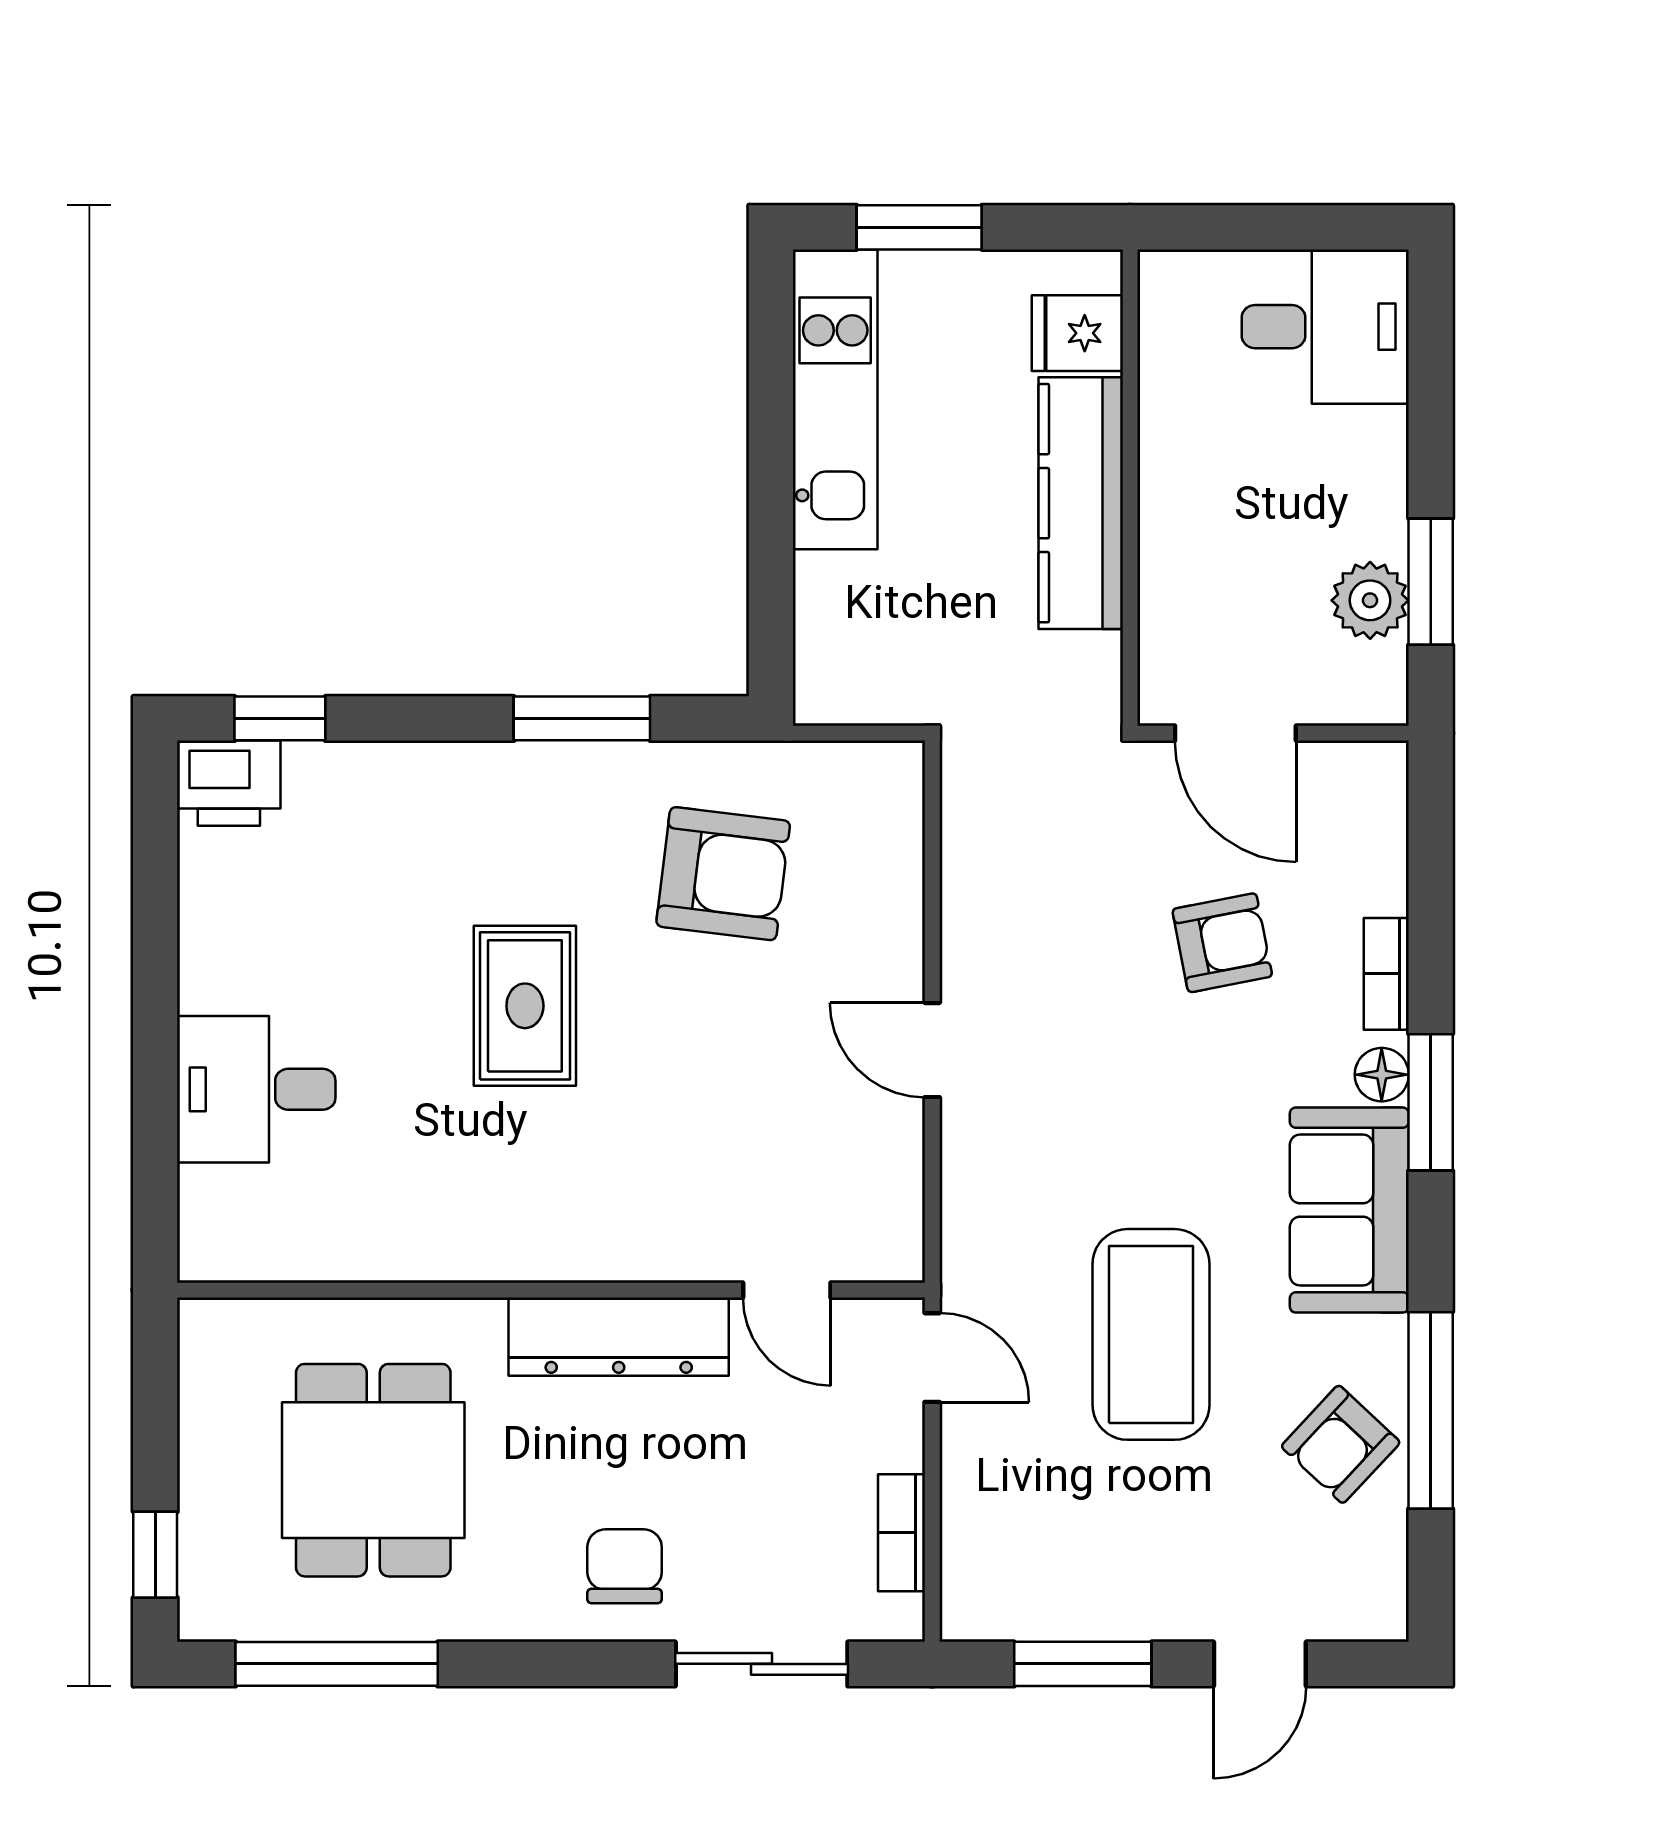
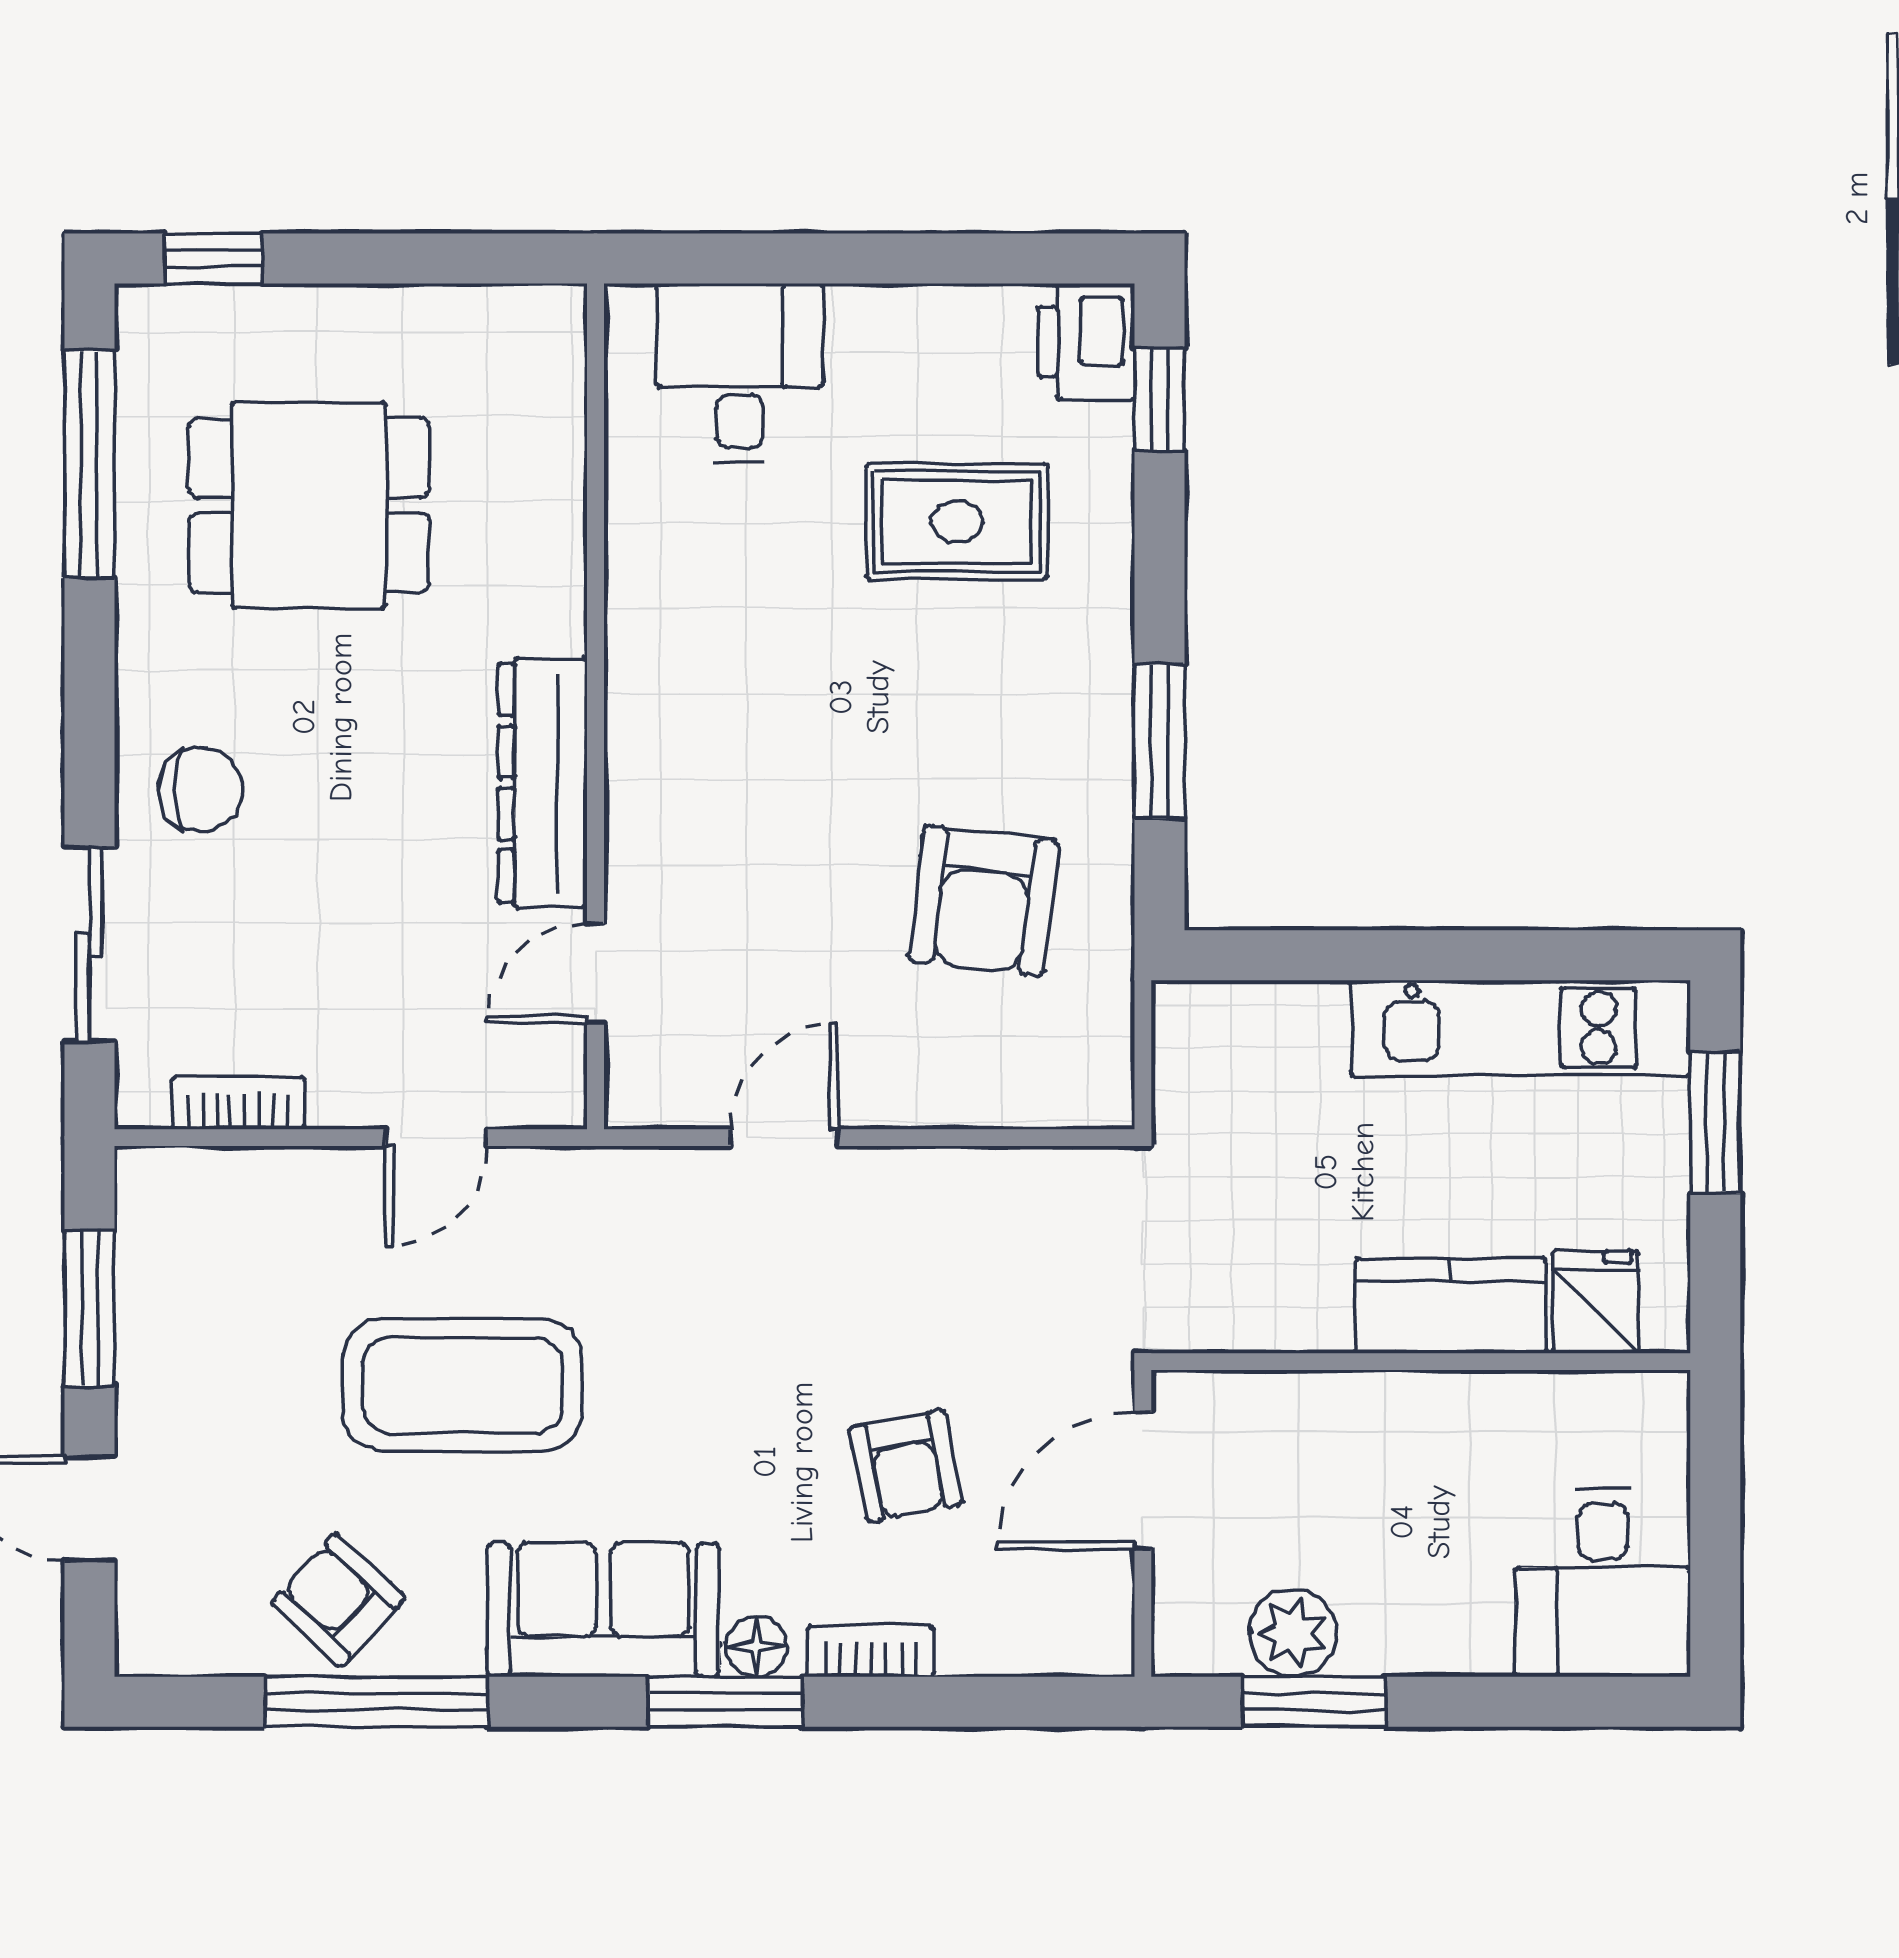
kitchen counter: (1081, 503) -> (1451, 1306), width x0.67
rug: (525, 1006) -> (957, 521), moved
wall: (551, 1290) -> (596, 706), moved
door: (787, 1290) -> (596, 973), moved
dresser: (619, 1337) -> (543, 783), moved

